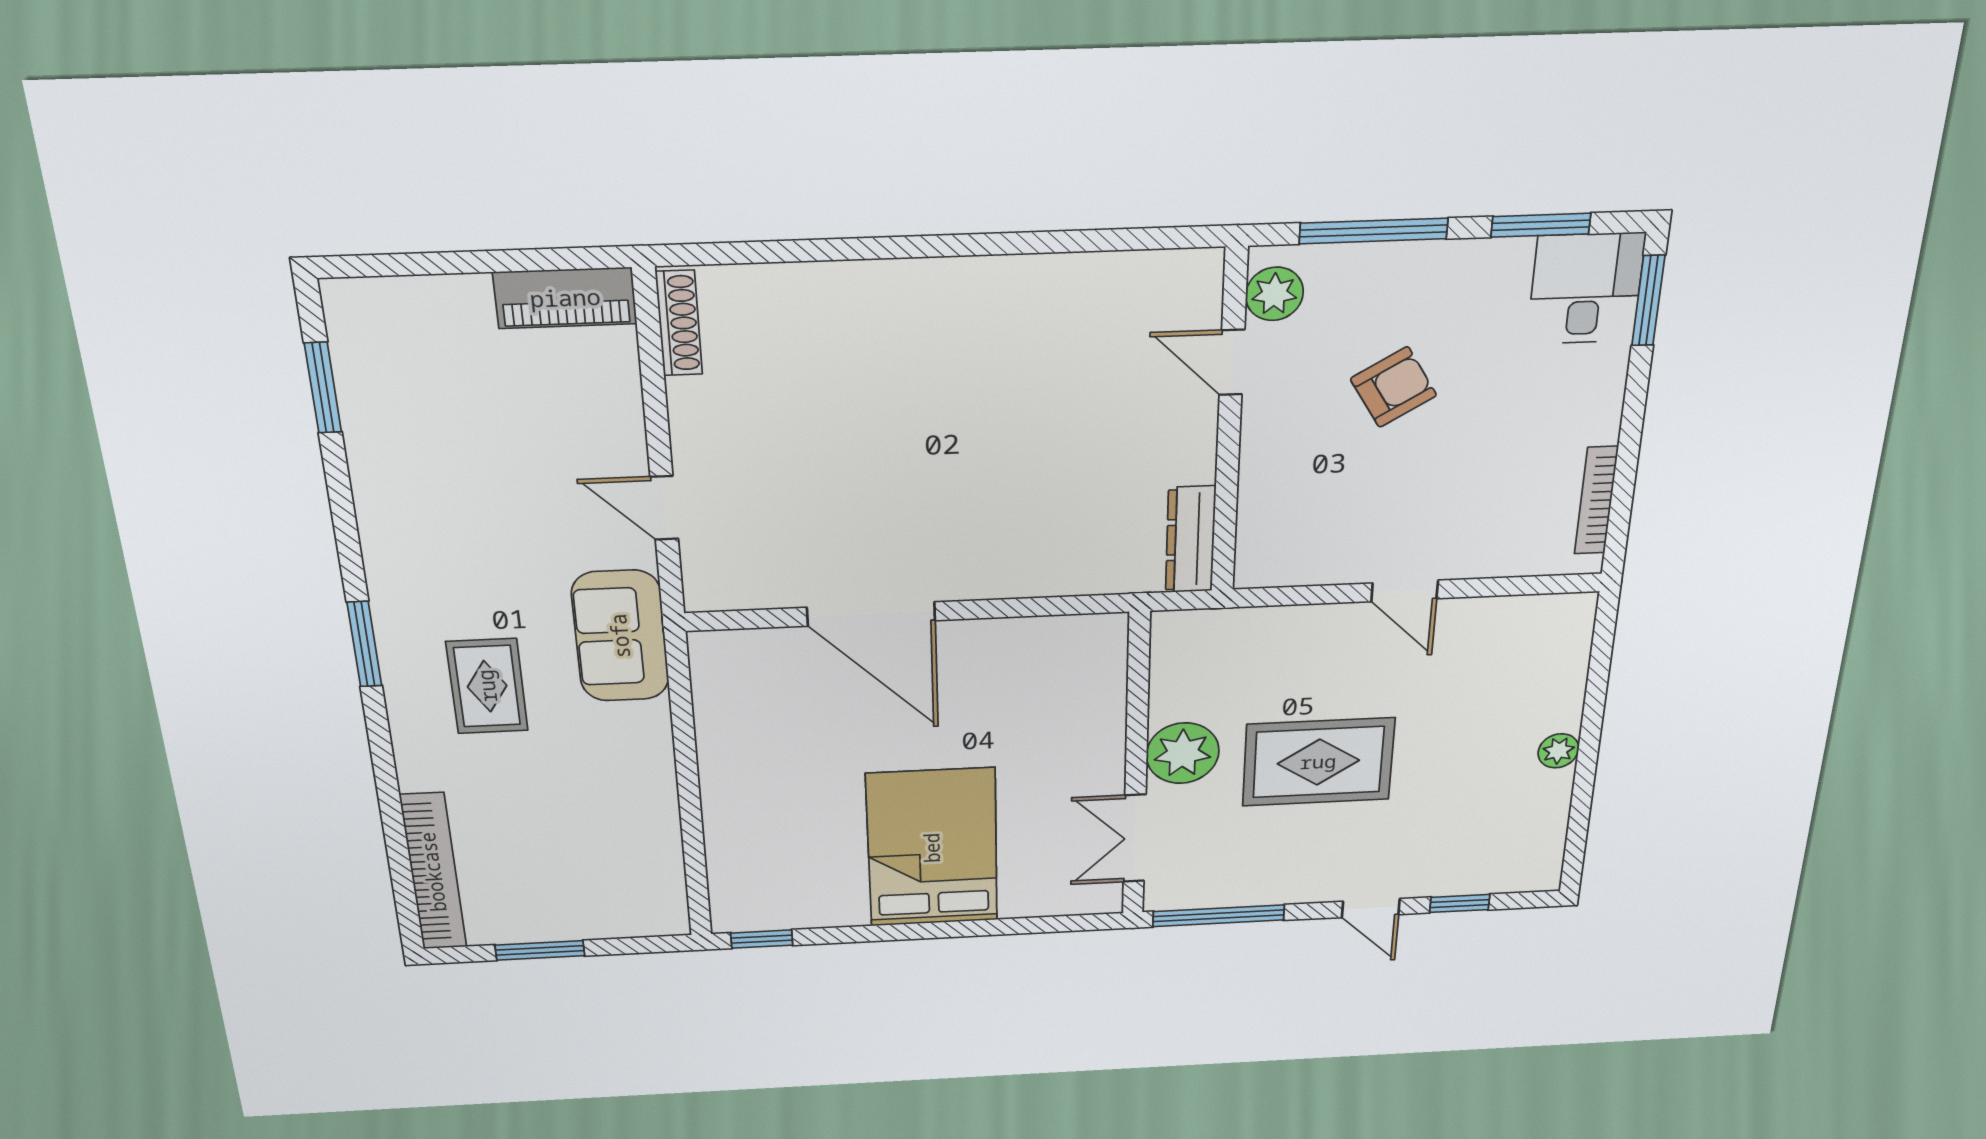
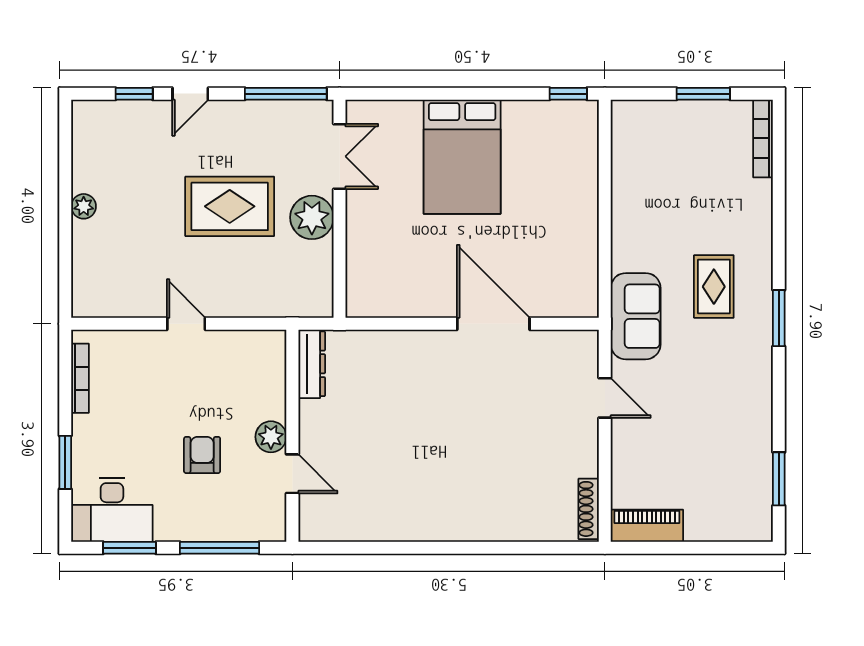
desk: (1586, 289) -> (112, 510), width x1.37
plant: (1274, 294) -> (271, 437), moved
window: (1648, 300) -> (65, 462), moved
armchair: (1394, 387) -> (202, 455), turned 121
bookcase: (433, 872) -> (763, 138), width x0.68, depth x0.76
door: (1371, 908) -> (190, 94), swing flipped

